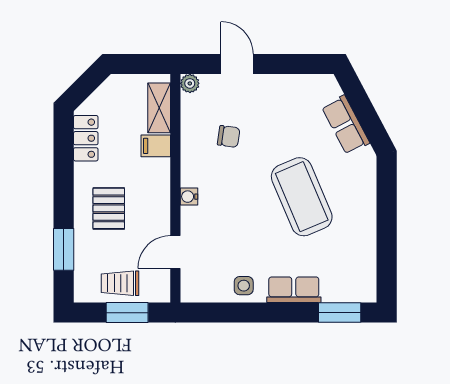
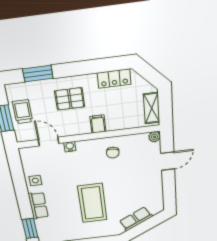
shelving: (159, 108) -> (152, 108), moved, turned 90
chair: (229, 136) -> (113, 153), moved
filing cabinet: (156, 146) -> (98, 124), moved
water cooler: (189, 197) -> (70, 147), moved
coffee table: (302, 197) -> (92, 203), turned -67

